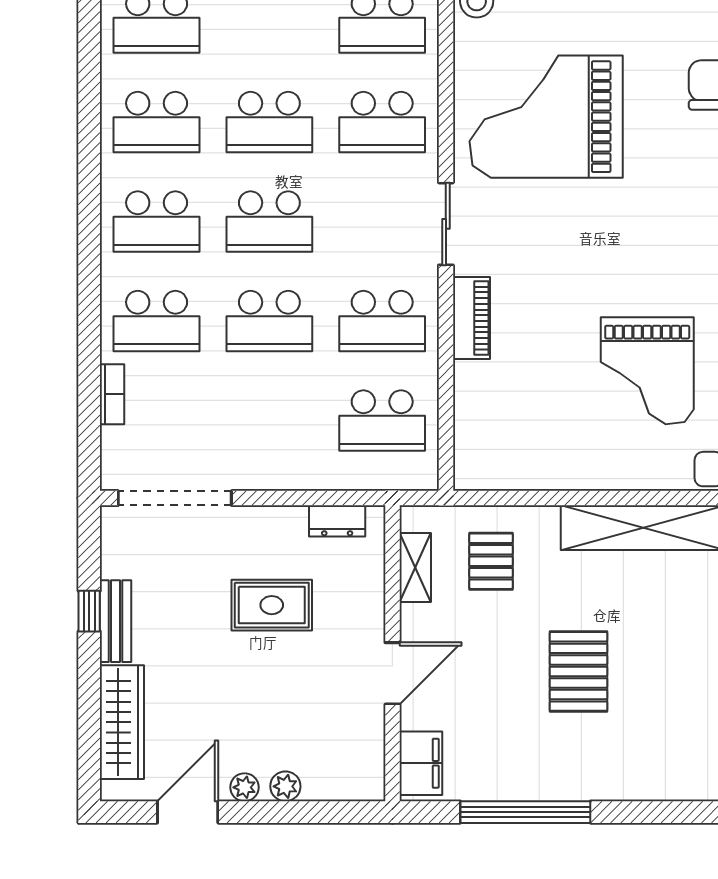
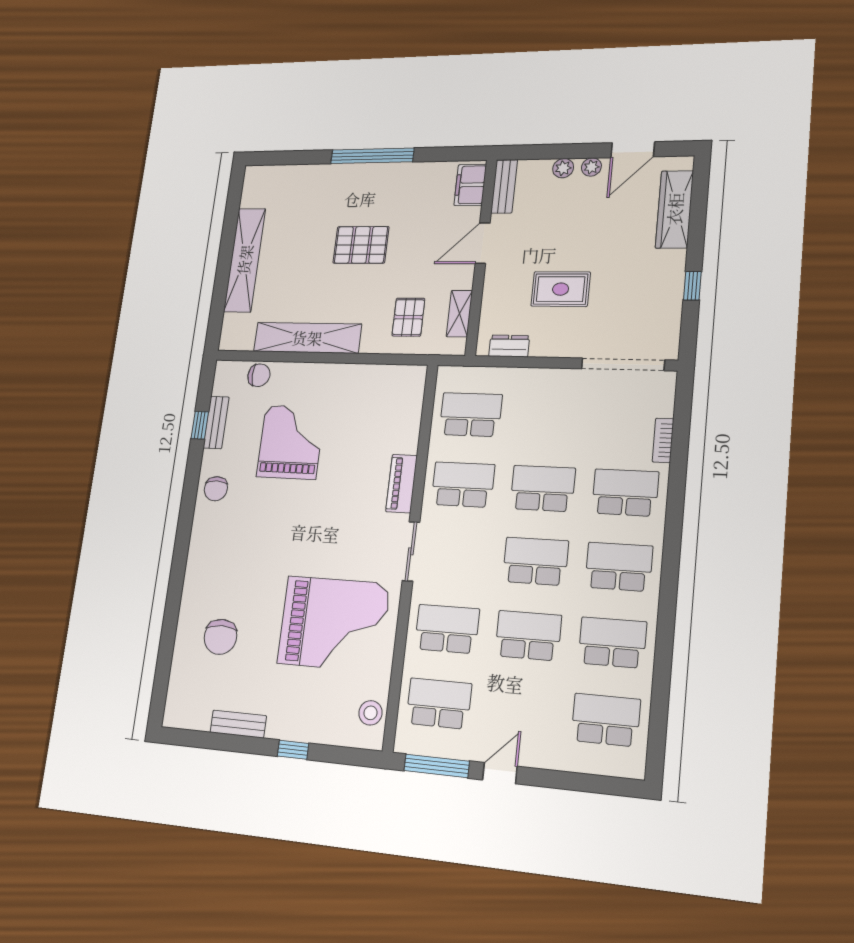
bench: (116, 621) -> (504, 186), moved
pallet: (578, 671) -> (361, 245), turned 90
window: (525, 812) -> (372, 156), moved

